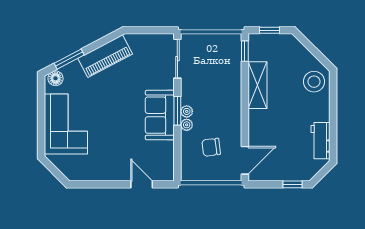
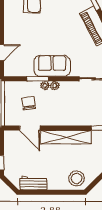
shelving: (257, 85) -> (66, 137), width x1.47
window: (177, 111) -> (38, 79), moved
door: (245, 160) -> (30, 128), moved

